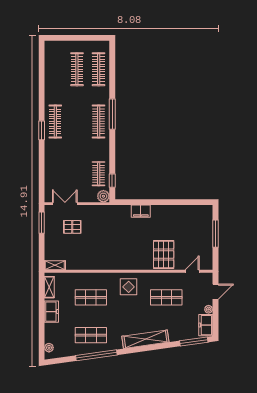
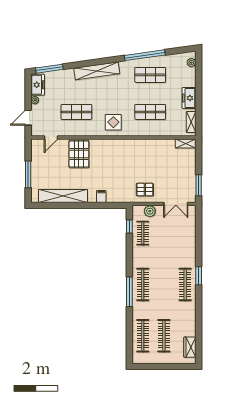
wardrobe: (50, 58) -> (190, 347), added
plant: (103, 196) -> (150, 211), moved
filing cabinet: (141, 211) -> (101, 196), width x0.50
shelving: (180, 212) -> (63, 196), added
pallet: (72, 227) -> (145, 190), moved

